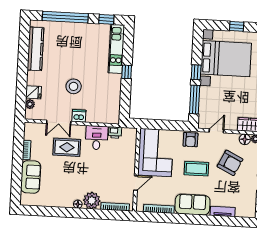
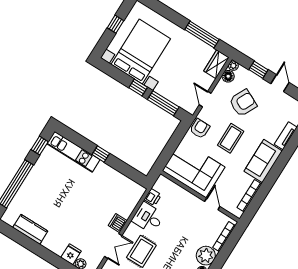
kitchen counter: (35, 49) -> (30, 229), width x0.67
stool: (74, 86) -> (87, 213), removed
armchair: (191, 140) -> (200, 129), turned -90

